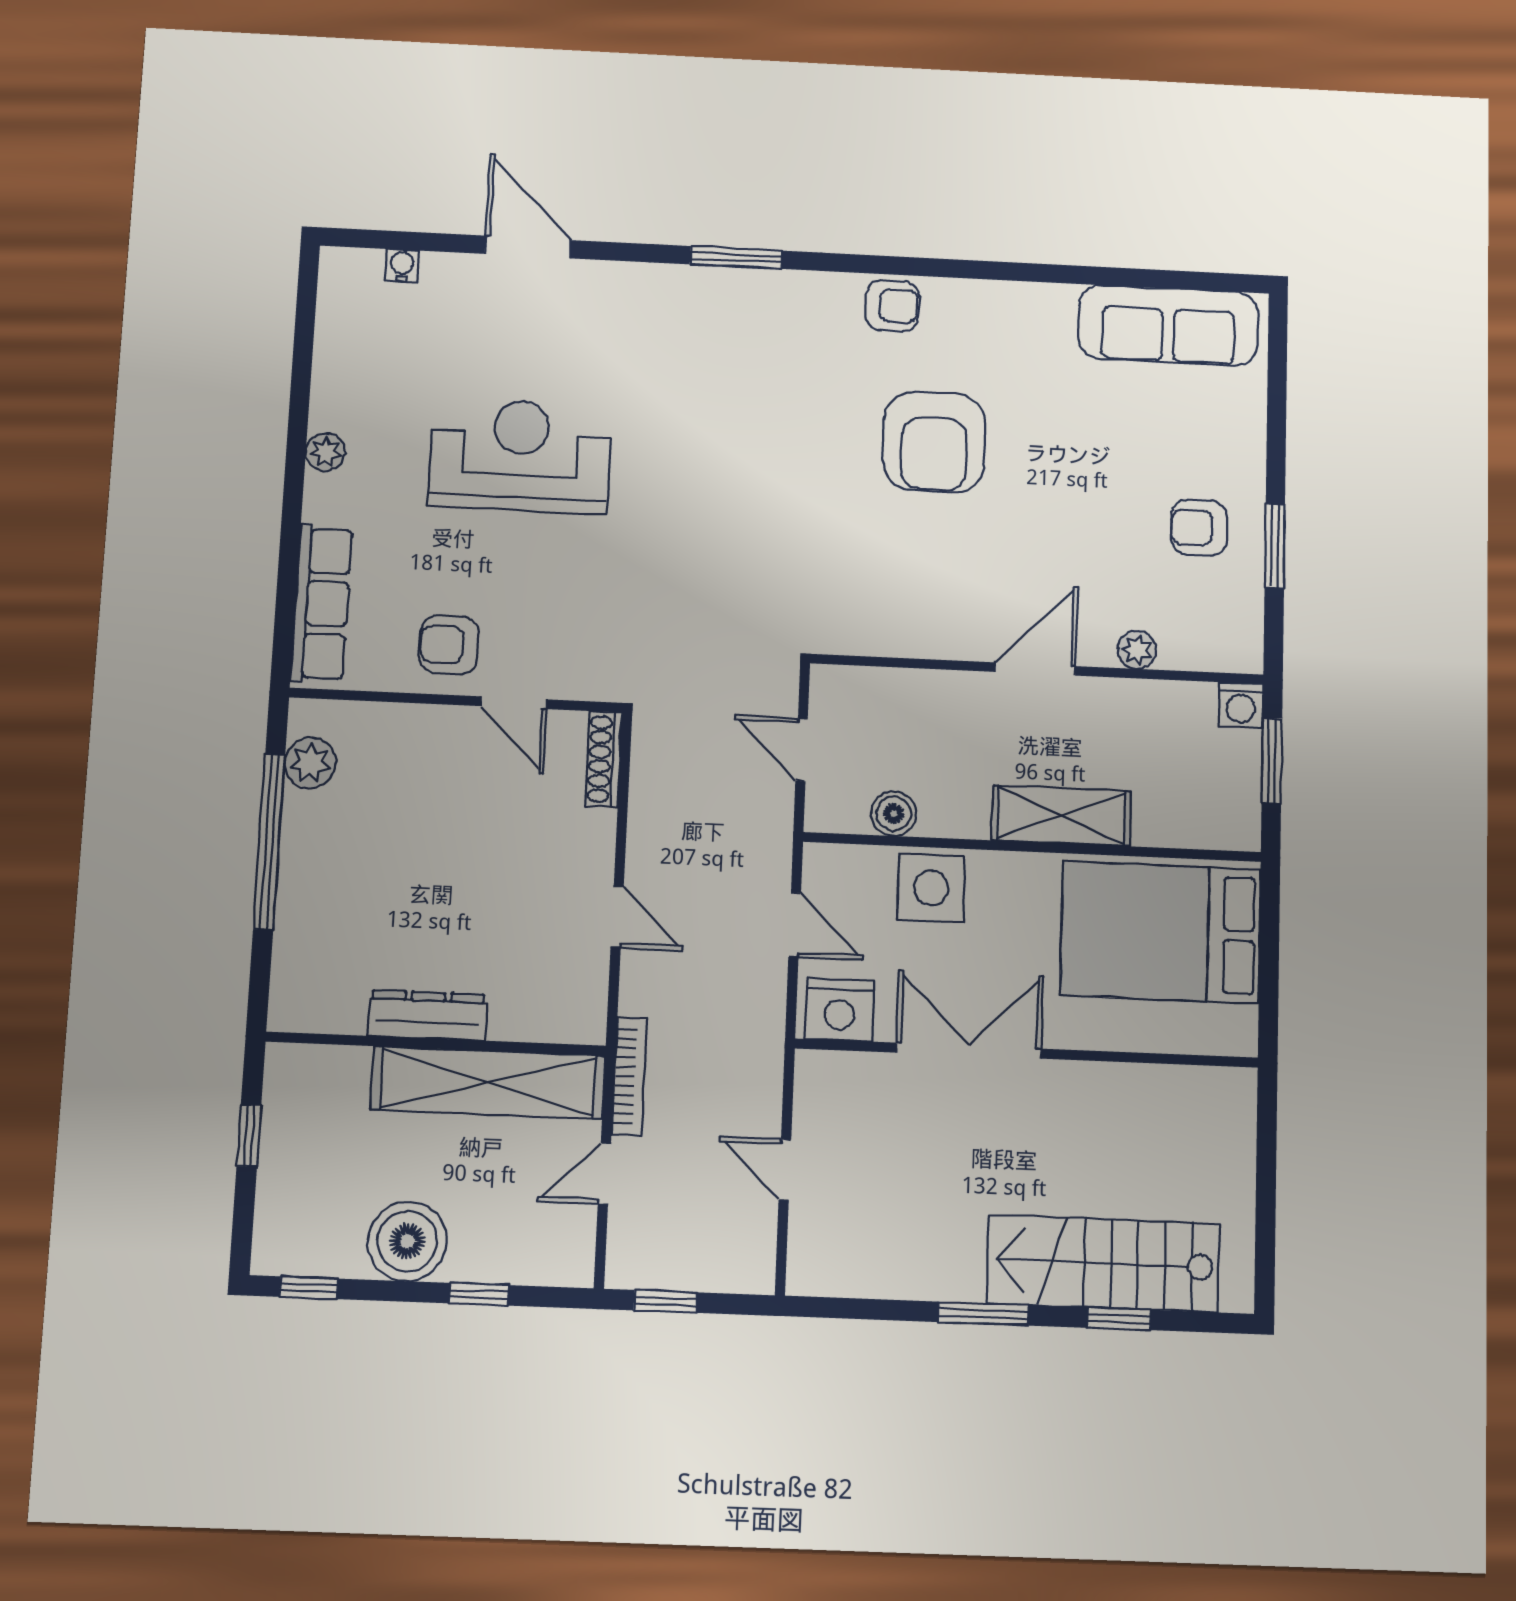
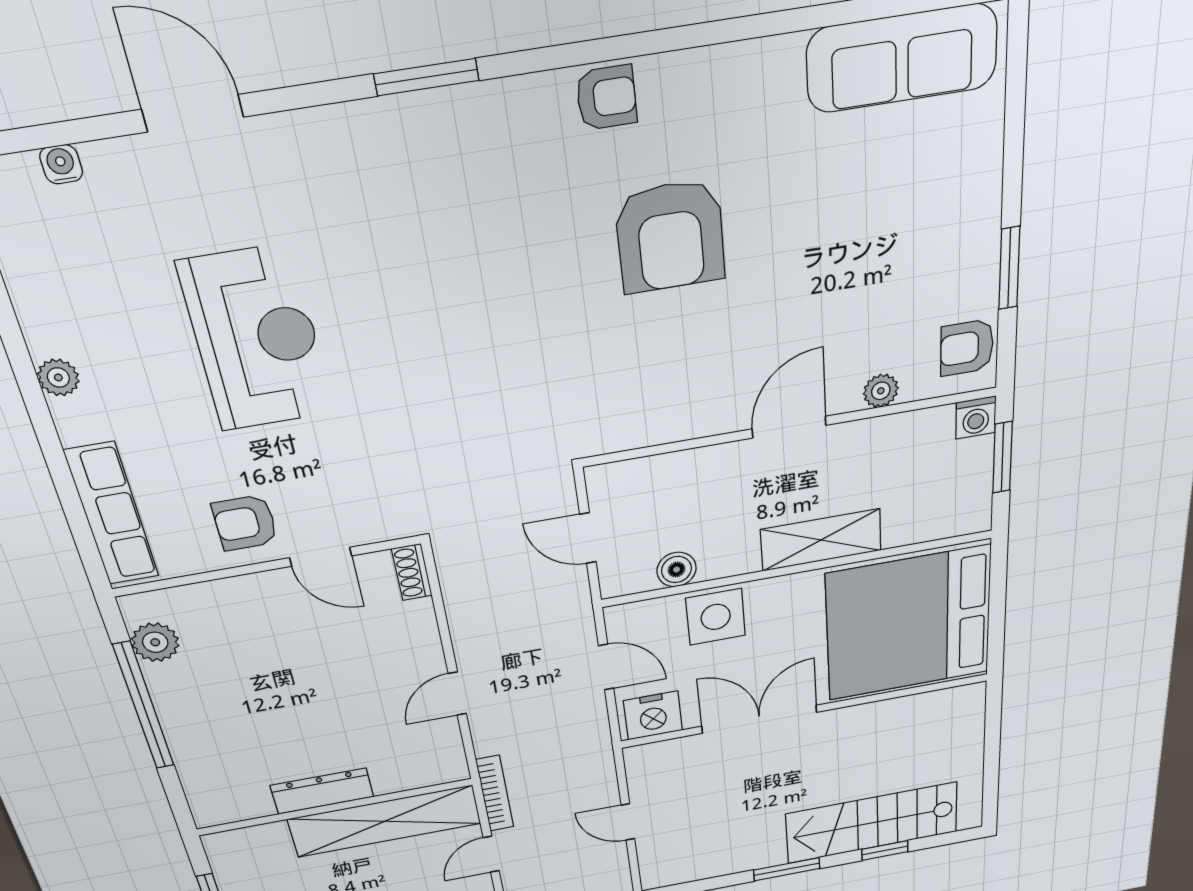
reception desk: (520, 456) -> (257, 339), turned 90
armchair: (1199, 528) -> (967, 348), moved
shoe rack: (604, 759) -> (412, 572), width x0.70
door: (617, 917) -> (457, 694), swing flipped
bed: (1161, 932) -> (909, 624), width x1.36

